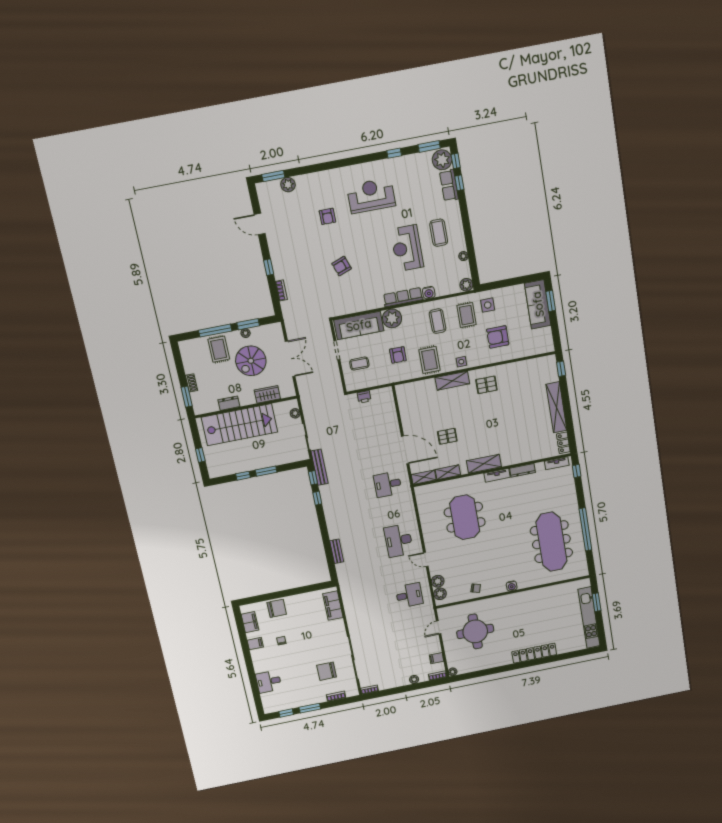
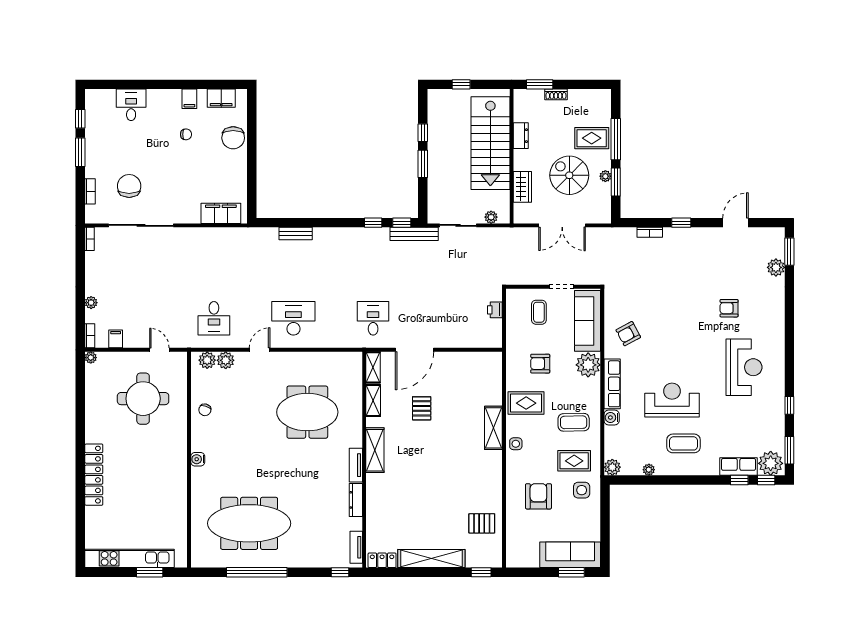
armchair: (342, 266) -> (628, 334), moved, turned -98
pallet: (486, 385) -> (482, 523), moved, turned 90

